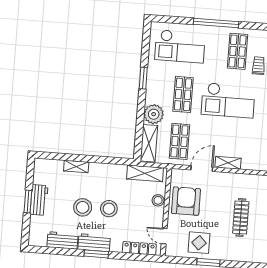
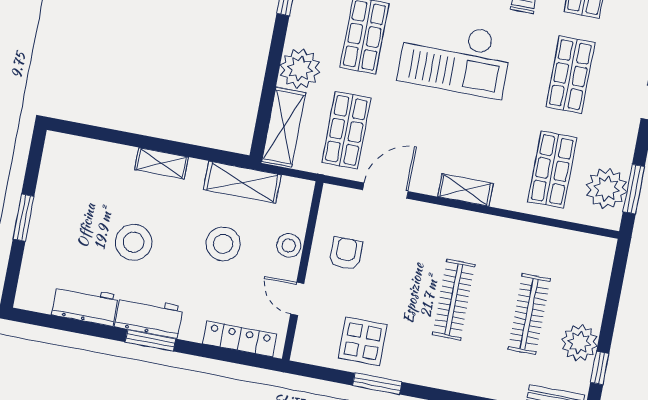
shelving: (228, 163) -> (465, 190), moved
shelving: (76, 166) -> (161, 163), moved
shelving: (145, 173) -> (242, 182), moved
workbench: (39, 200) -> (46, 217), removed
armchair: (186, 201) -> (346, 253), width x0.53, depth x0.53
stool: (109, 209) -> (223, 244), moved
door: (164, 236) -> (297, 299), moved

